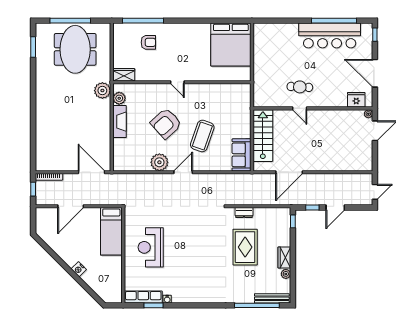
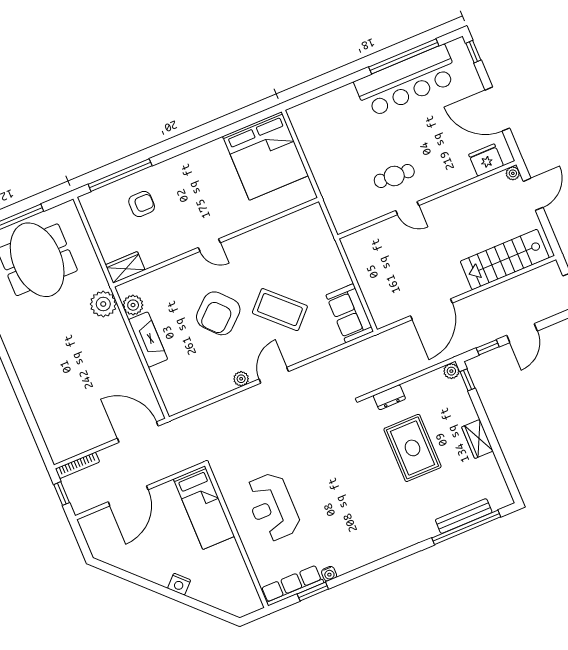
coffee table: (202, 136) -> (280, 310), turned -65
stairs: (263, 136) -> (505, 260), moved, turned -90
plant: (159, 162) -> (241, 379), width x0.53, depth x0.53
plant: (286, 274) -> (451, 371), moved
bench: (272, 298) -> (464, 516), moved

